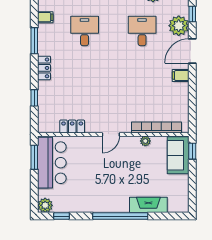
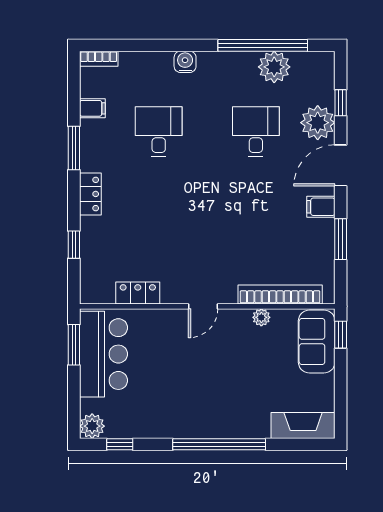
window: (192, 95) -> (341, 239), added
fireplace: (148, 205) -> (303, 425), moved

